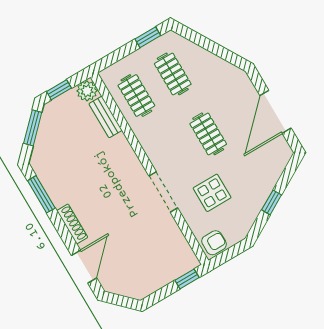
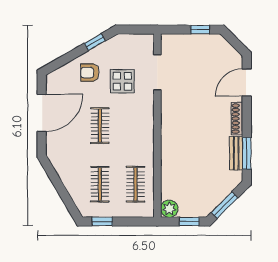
bench: (106, 117) -> (236, 153), moved
doorway: (163, 192) -> (157, 72), moved
window: (272, 202) -> (95, 42), moved
armchair: (214, 243) -> (90, 73), moved
window: (187, 279) -> (200, 30), moved

